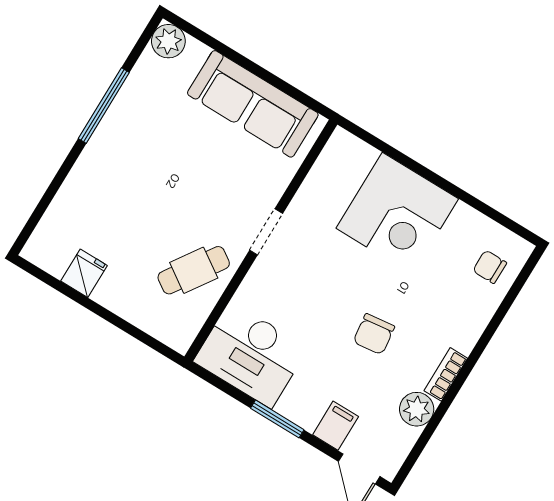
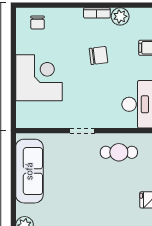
cafe table: (194, 270) -> (119, 152), turned -34

